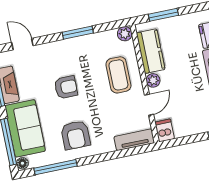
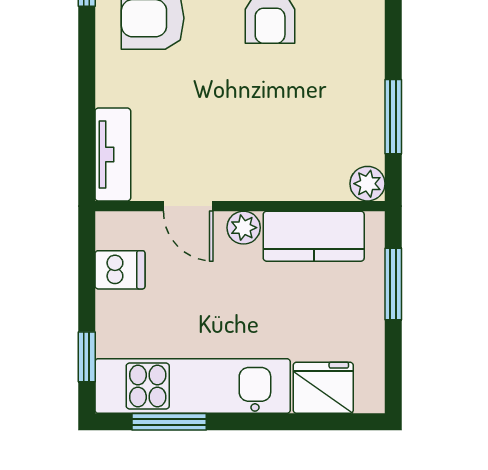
window: (78, 33) -> (393, 117), moved
coffee table: (118, 75) -> (273, 149), removed
dishwasher: (165, 130) -> (120, 270), moved

